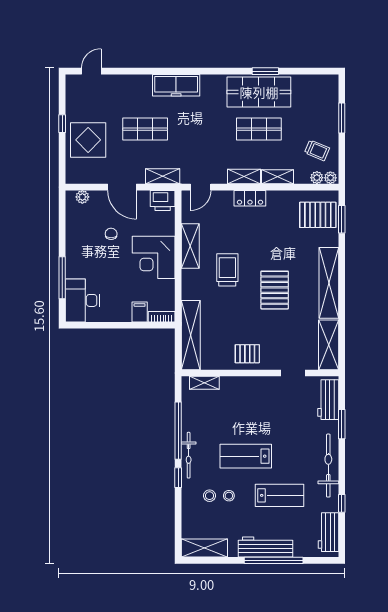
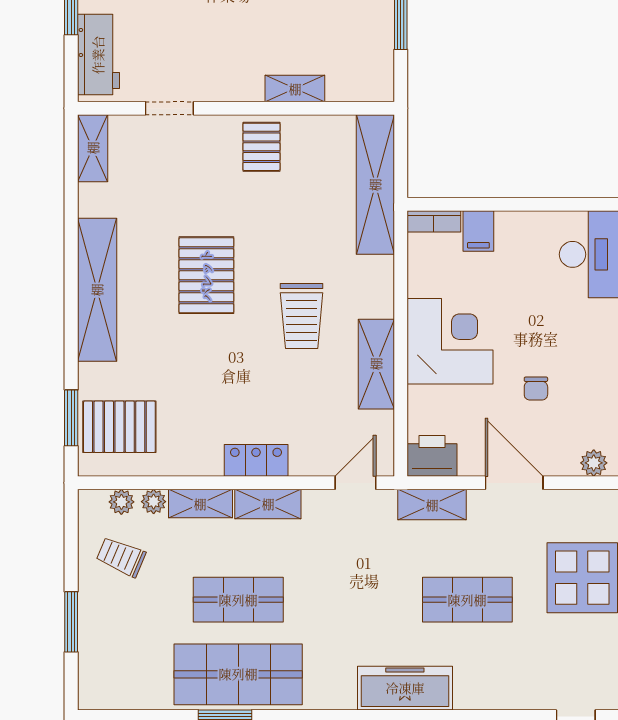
plant: (330, 178) -> (154, 502), moved
shelving: (329, 345) -> (93, 148), width x0.67, depth x0.75
pallet: (247, 354) -> (261, 147), turned 90
shelving: (204, 383) -> (295, 89), moved

